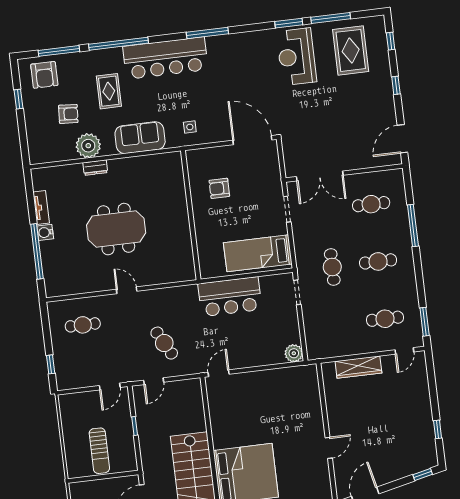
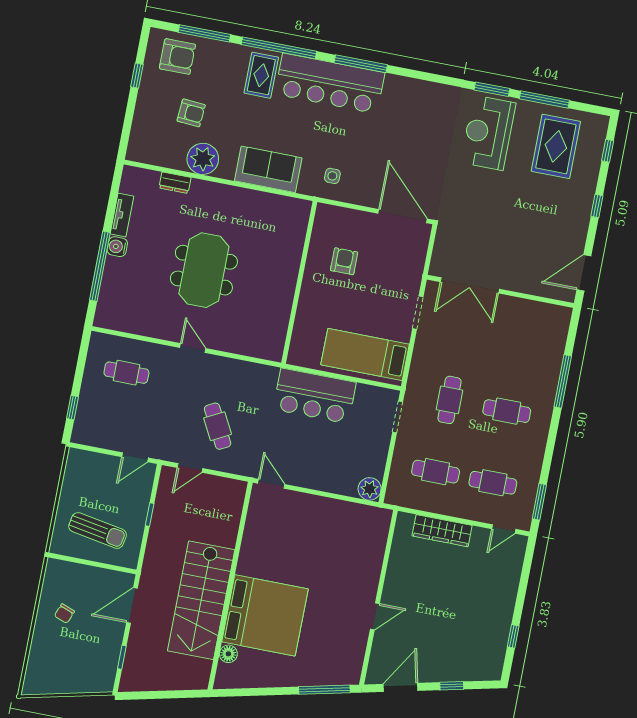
window: (207, 33) -> (361, 64), moved
armchair: (44, 75) -> (177, 56), turned -90
rug: (109, 91) -> (261, 75), moved
dresser: (95, 168) -> (175, 183), moved
armchair: (219, 188) -> (344, 261), turned 90
cafe table: (371, 204) -> (436, 472), moved
meeting table: (116, 229) -> (204, 270), turned 90
door: (219, 373) -> (271, 484), hinge flipped
sun lounger: (99, 451) -> (98, 531), turned -80
window: (423, 474) -> (452, 686), moved

